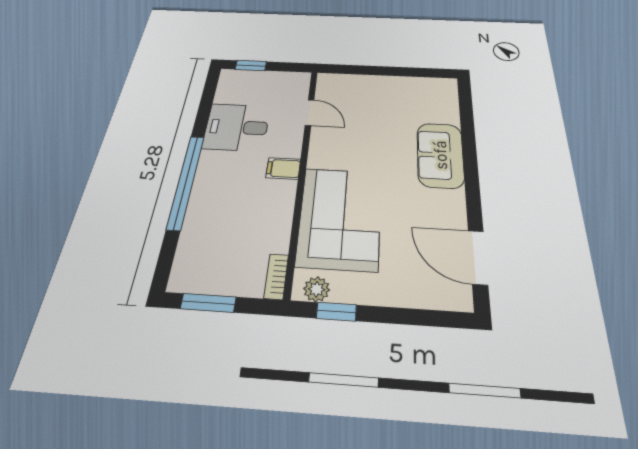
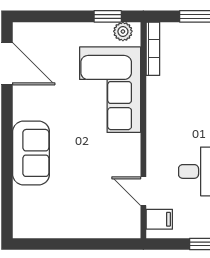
filing cabinet: (283, 168) -> (159, 219), moved
bookcase: (276, 276) -> (153, 49), width x1.56

